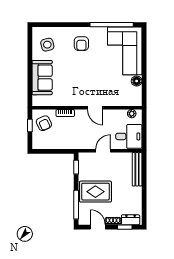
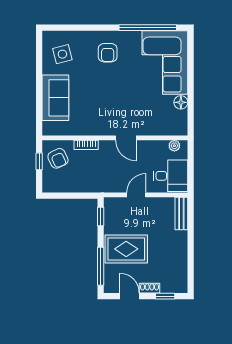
bench: (137, 169) -> (181, 213), width x0.73
dresser: (131, 220) -> (173, 286), removed

